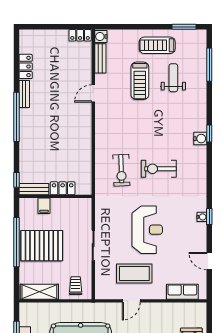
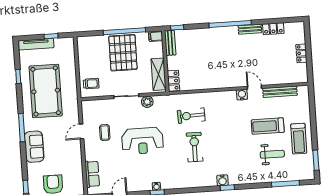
locker: (80, 35) -> (301, 53), moved
water cooler: (101, 36) -> (242, 95), moved
treadmill: (157, 45) -> (299, 139), turned 180
bench: (100, 58) -> (280, 92), width x1.36
locker: (63, 188) -> (174, 81), moved
filing cabinet: (44, 206) -> (156, 36), moved
plant: (102, 221) -> (147, 102), added
coffee table: (134, 274) -> (105, 133), width x0.54, depth x0.58
shelving: (39, 292) -> (158, 74), moved
door: (131, 301) -> (82, 131), hinge flipped

